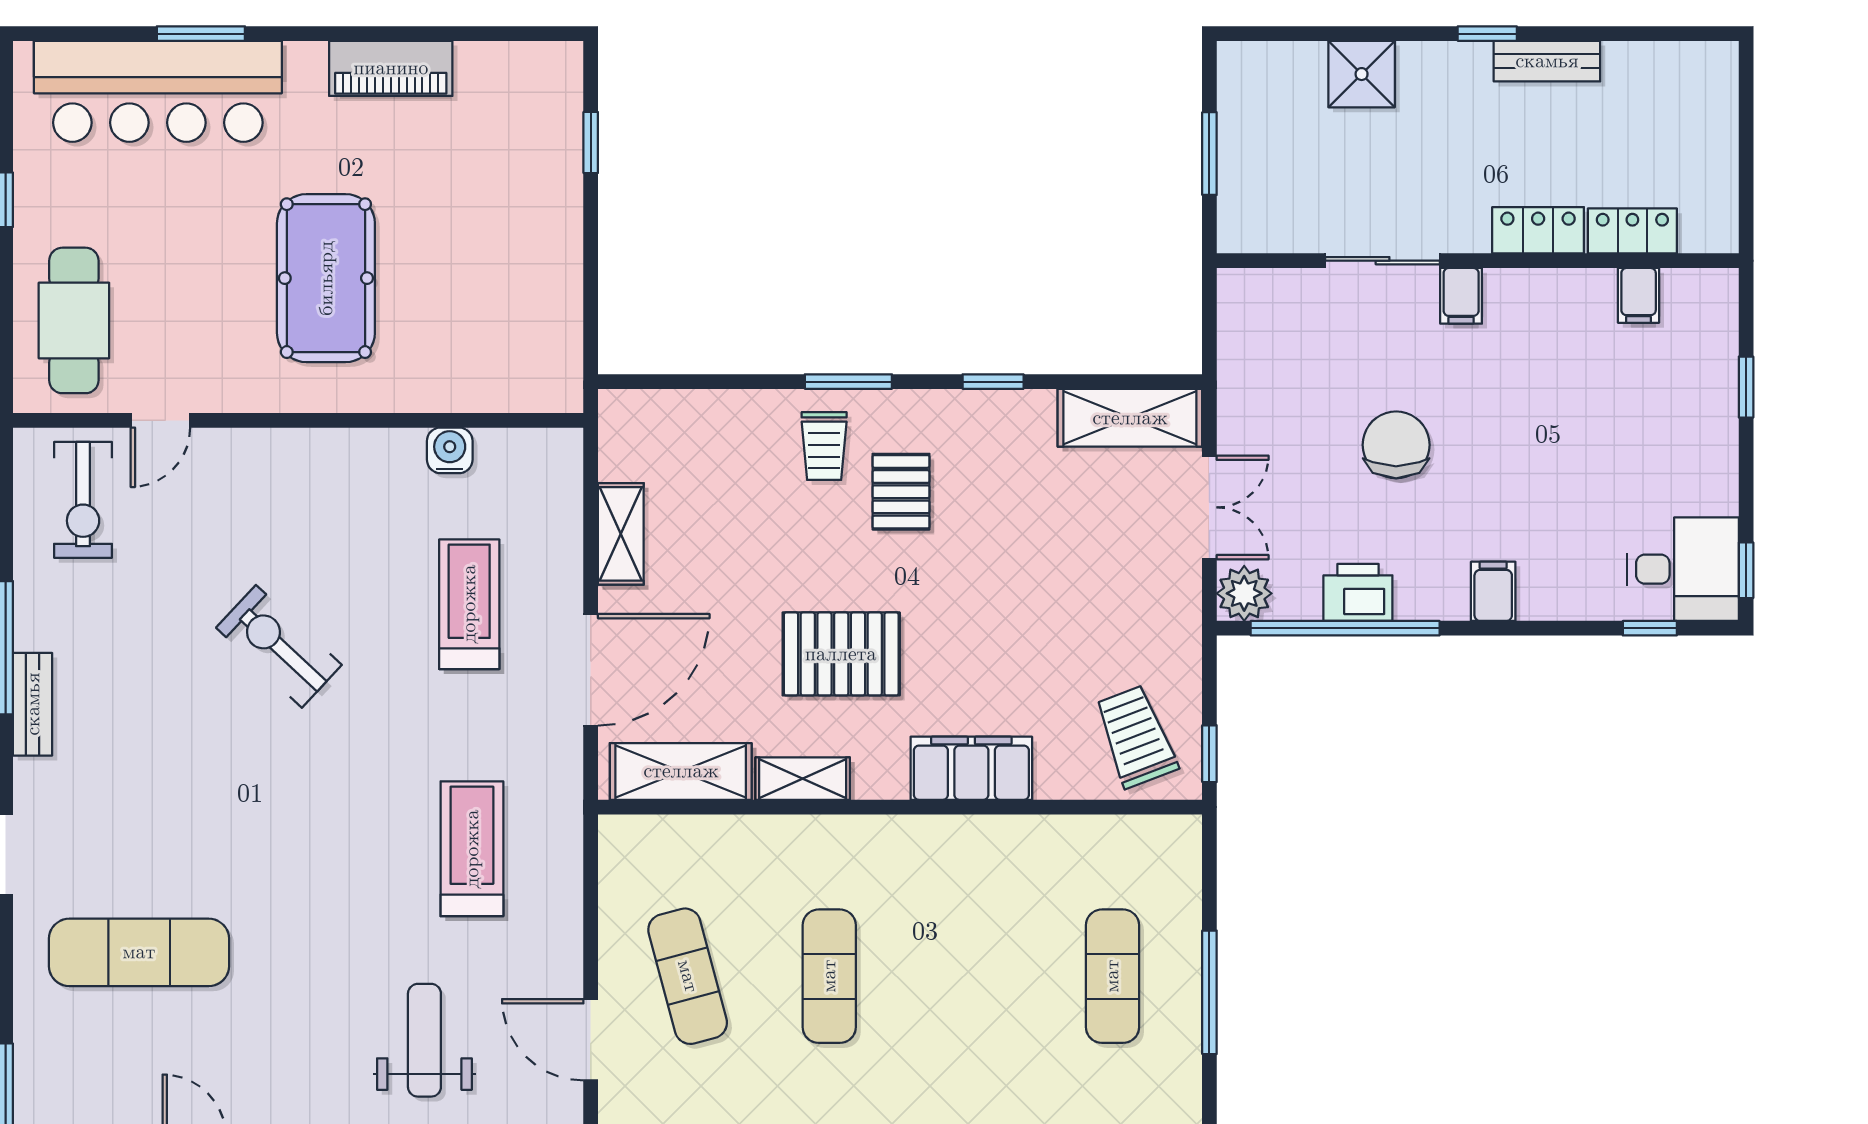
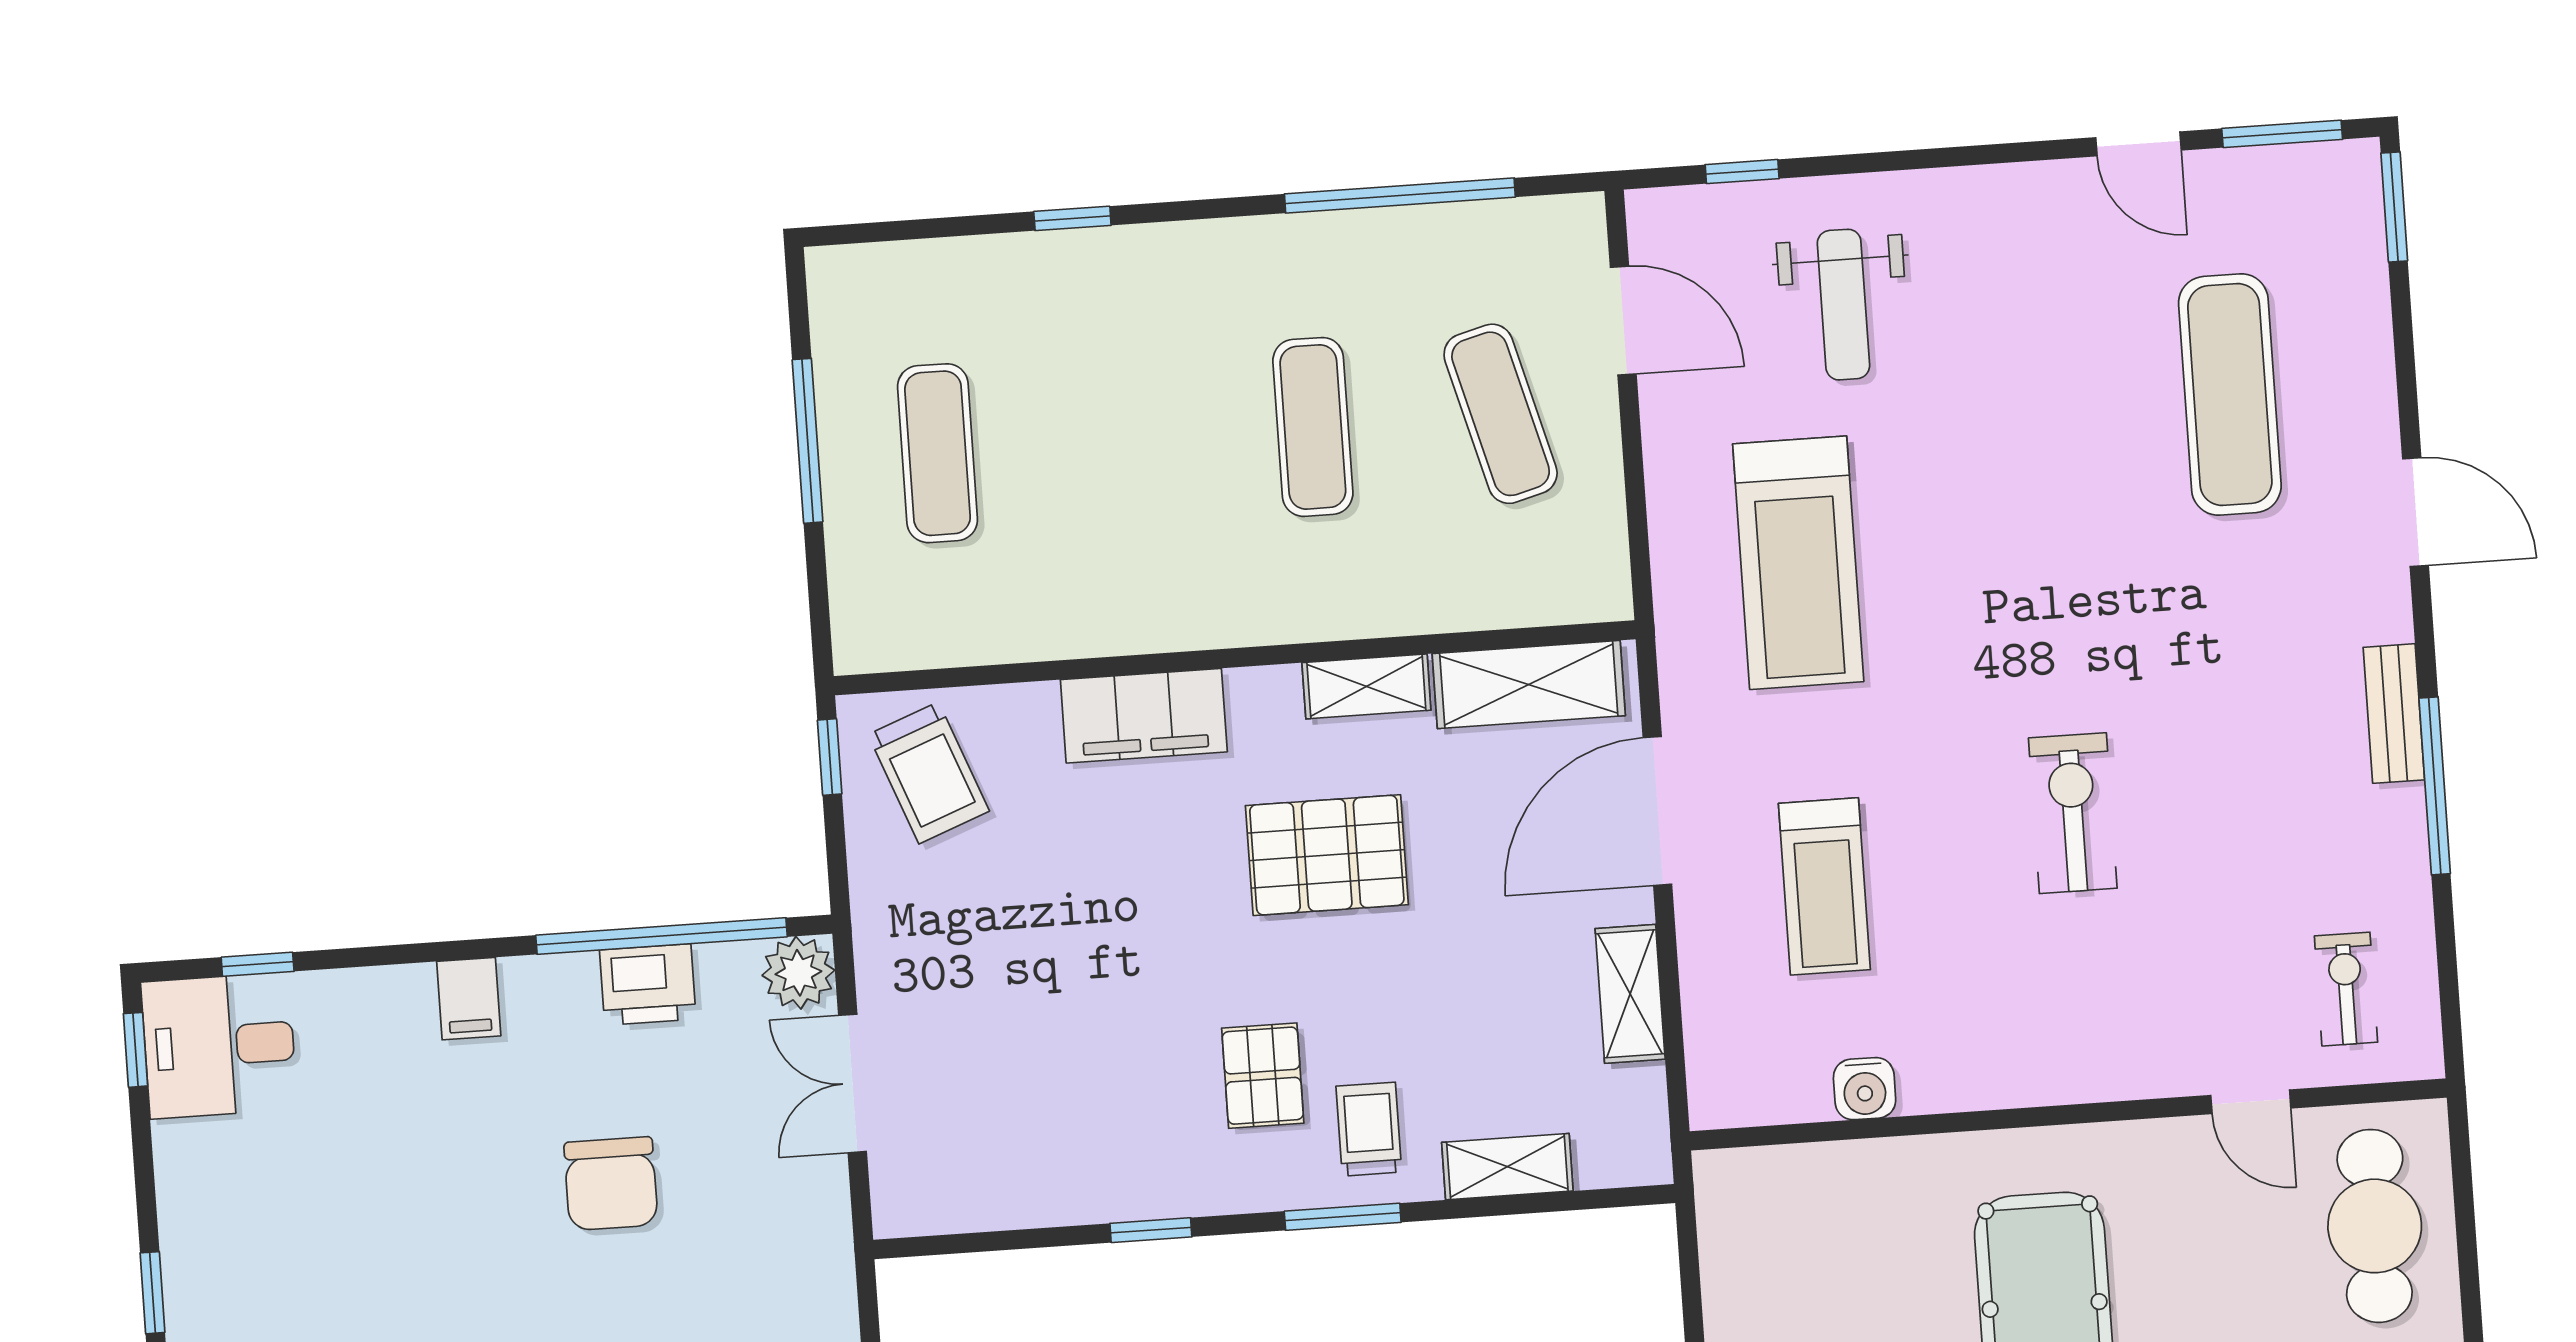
shelving: (1130, 418) -> (1507, 1167), moved, width x0.67, depth x0.75
door: (160, 420) -> (2251, 1102), swing flipped
exercise bike: (83, 500) -> (2346, 989), width x0.73, depth x0.72
exercise bike: (279, 646) -> (2073, 813), turned -133
treadmill: (472, 849) -> (1798, 563), width x1.37, depth x1.38
exercise mat: (139, 952) -> (2230, 394), turned 90

